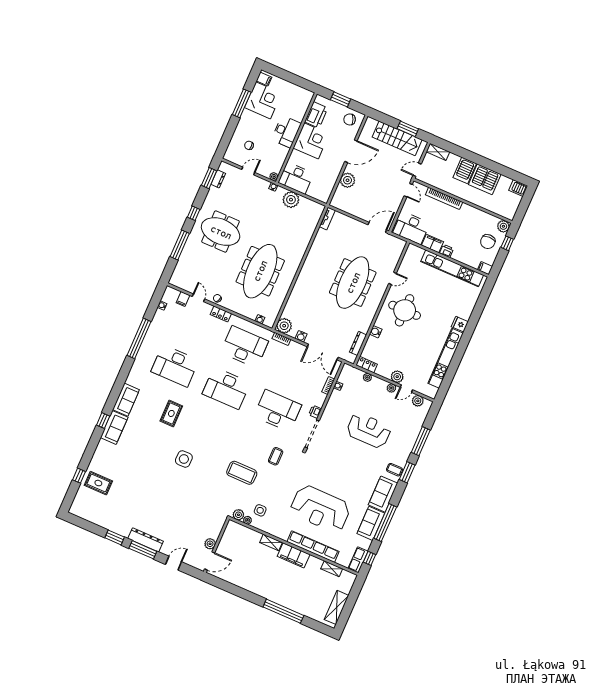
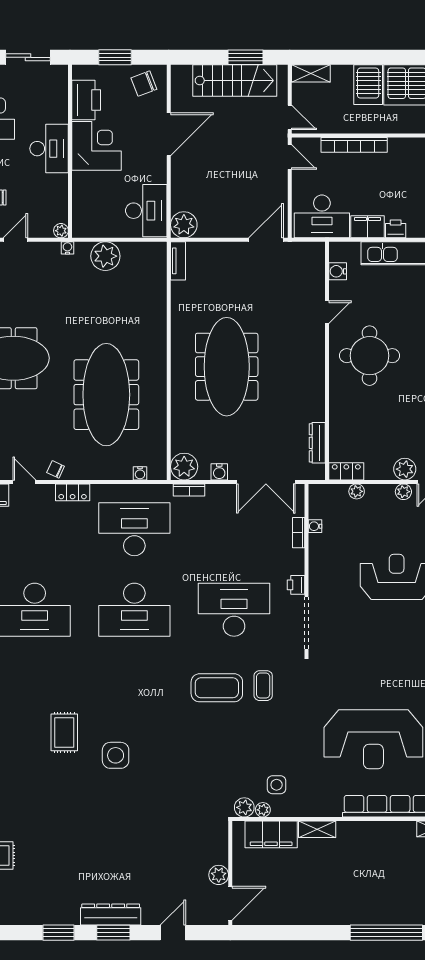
sliding door: (296, 80) -> (28, 57), added
door: (417, 170) -> (290, 117), swing flipped
desk: (296, 178) -> (146, 211), moved, turned -90
plant: (348, 180) -> (184, 225), moved
meeting table: (353, 283) -> (227, 367), moved
water cooler: (376, 332) -> (338, 271), moved
rug: (171, 413) -> (64, 732), moved
coffee table: (242, 473) -> (217, 688), moved
window: (143, 550) -> (113, 933), width x0.69
filing cabinet: (294, 555) -> (271, 834), moved

